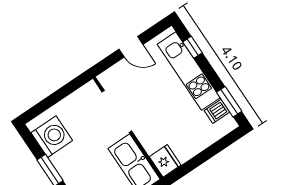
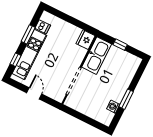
window: (229, 102) -> (28, 34), moved
washing machine: (52, 137) -> (113, 107), width x0.53, depth x0.53

